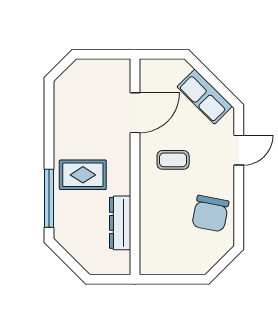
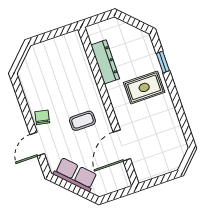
window: (49, 198) -> (163, 62), width x0.46
chair: (210, 214) -> (42, 117), moved, width x0.54, depth x0.54

